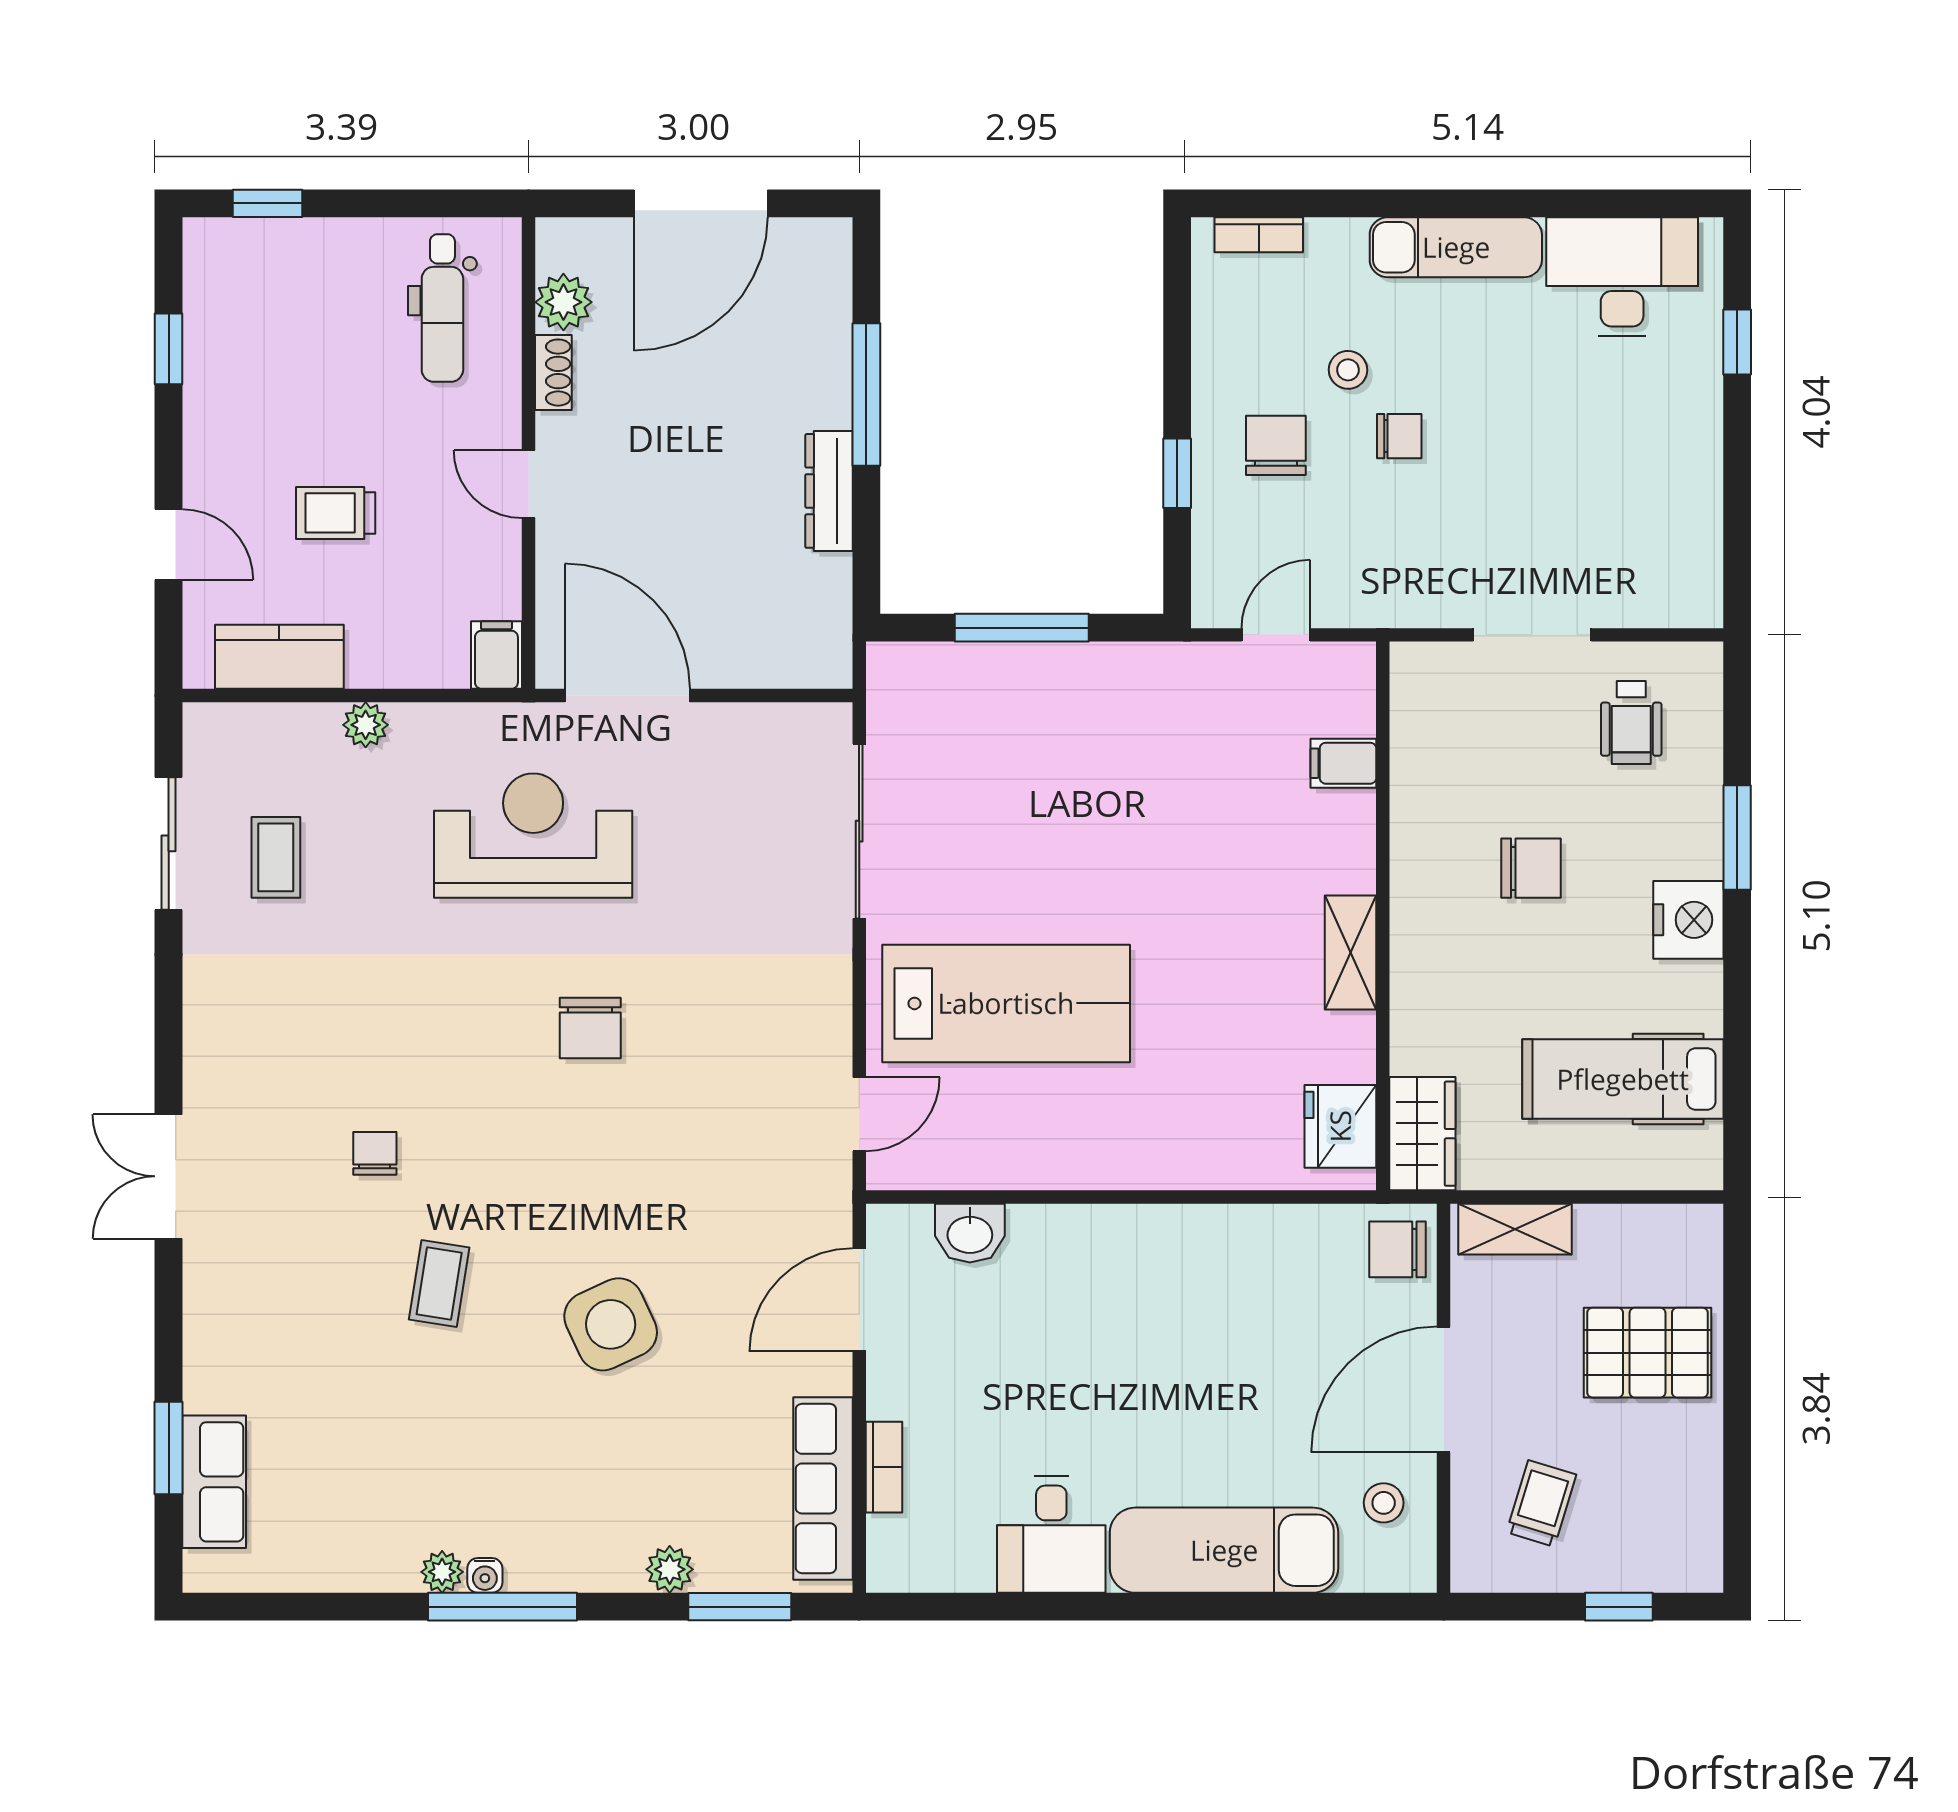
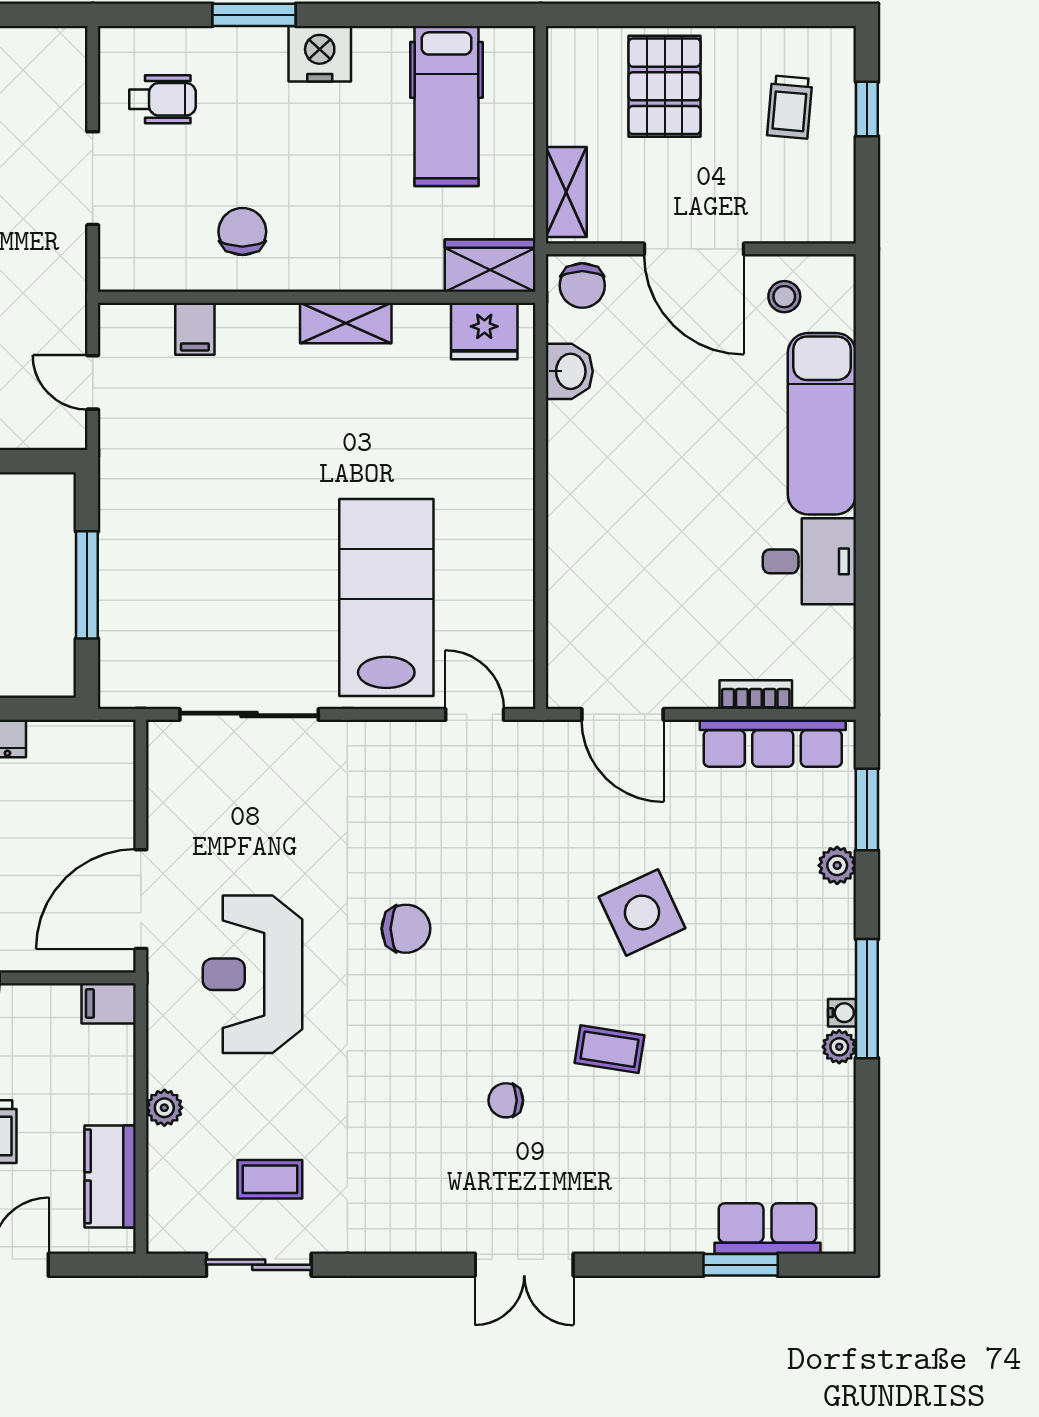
chair: (1531, 868) -> (242, 232), moved
washbasin: (970, 1233) -> (569, 371), moved
trolley: (1541, 1503) -> (790, 107), moved, turned -102

